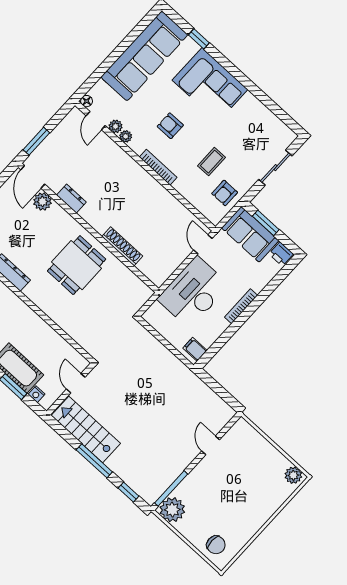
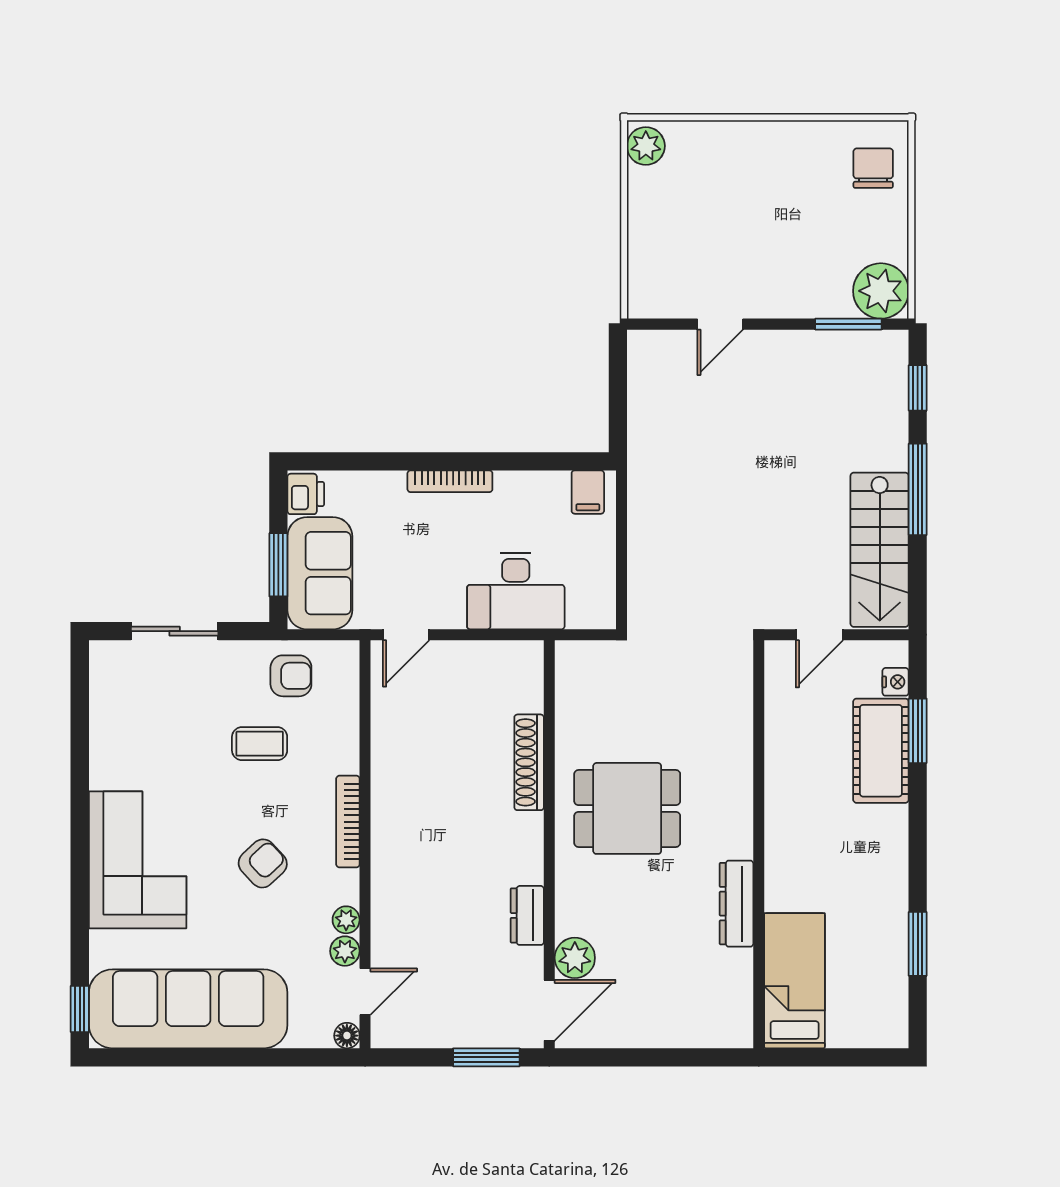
window: (199, 39) -> (80, 1009), moved
armchair: (170, 126) -> (263, 863), turned -133
desk: (193, 292) -> (516, 591), width x0.73, depth x0.77
window: (171, 488) -> (848, 324), width x0.69

